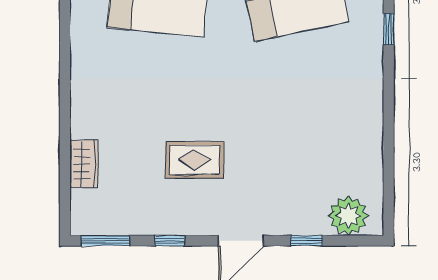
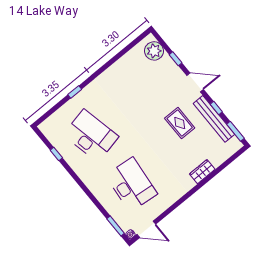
wardrobe: (84, 164) -> (202, 172), moved
bench: (155, 222) -> (214, 119), added

